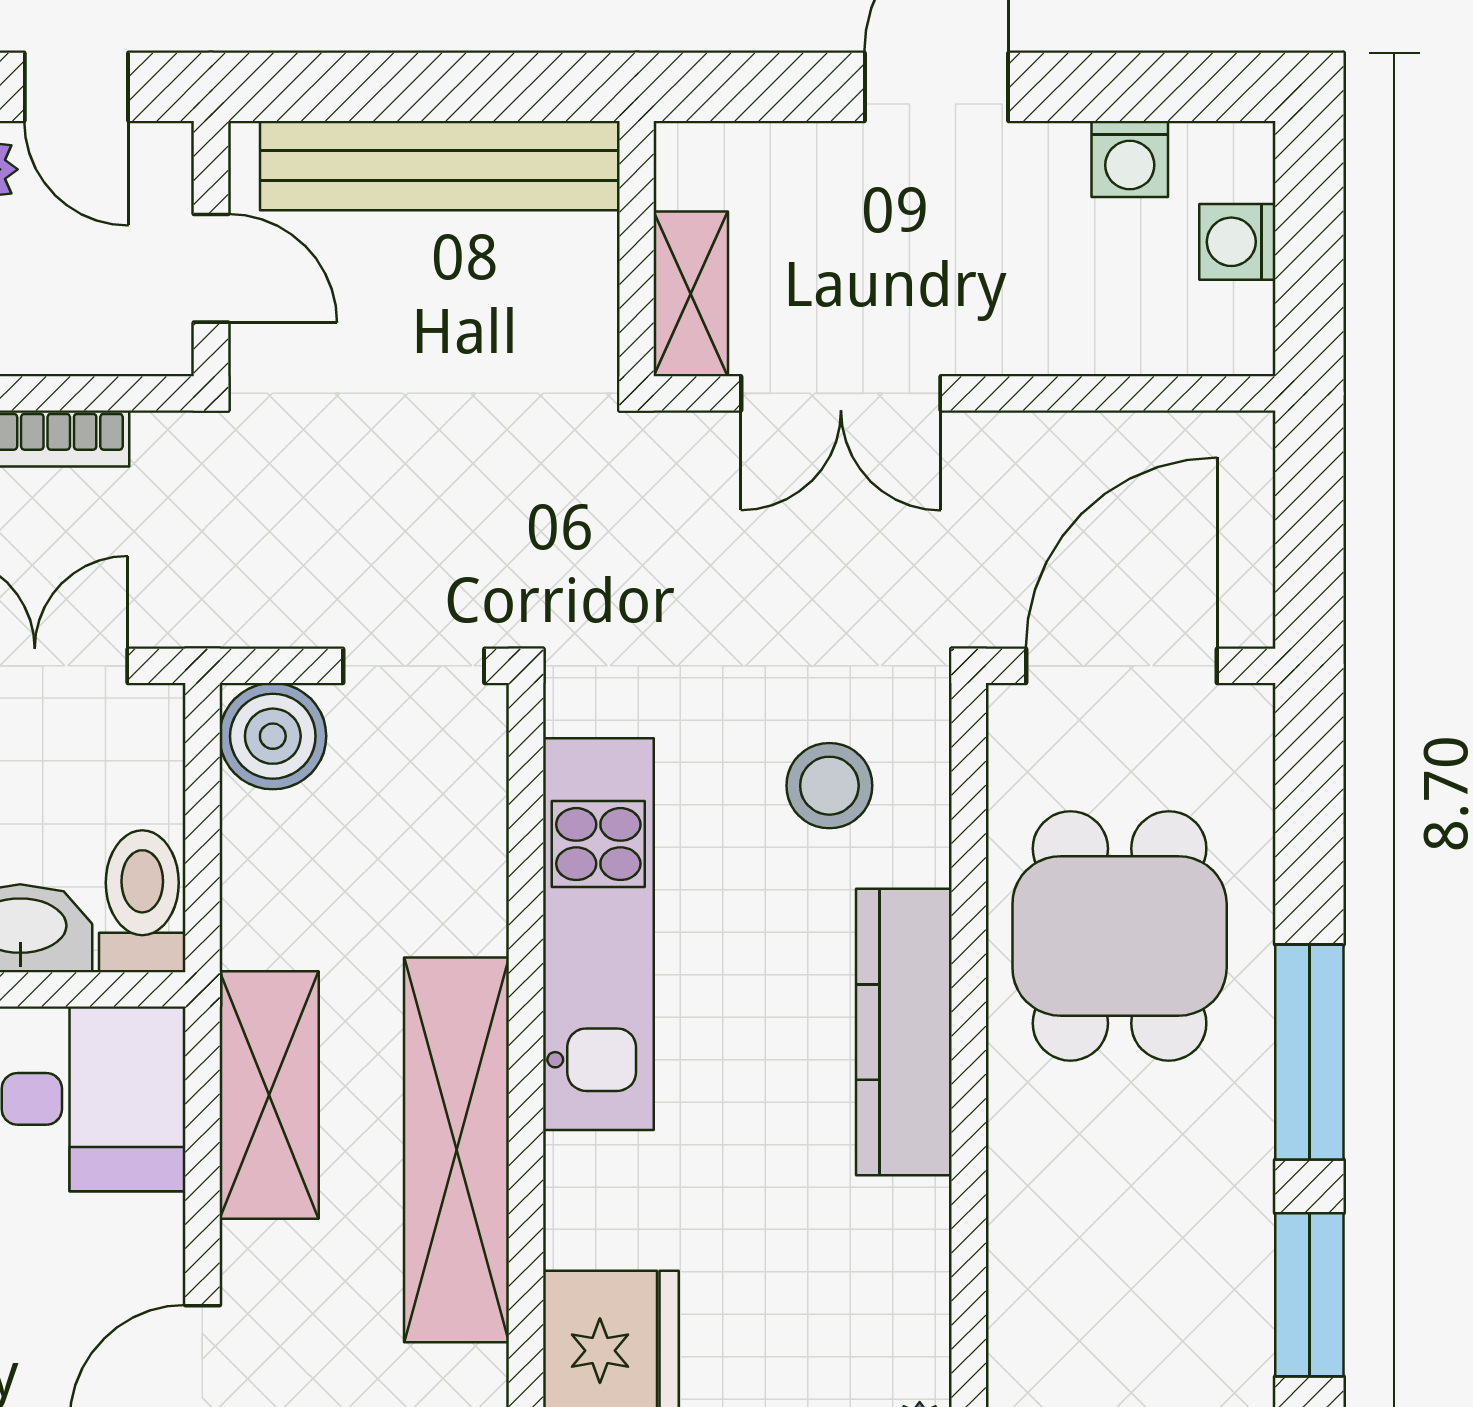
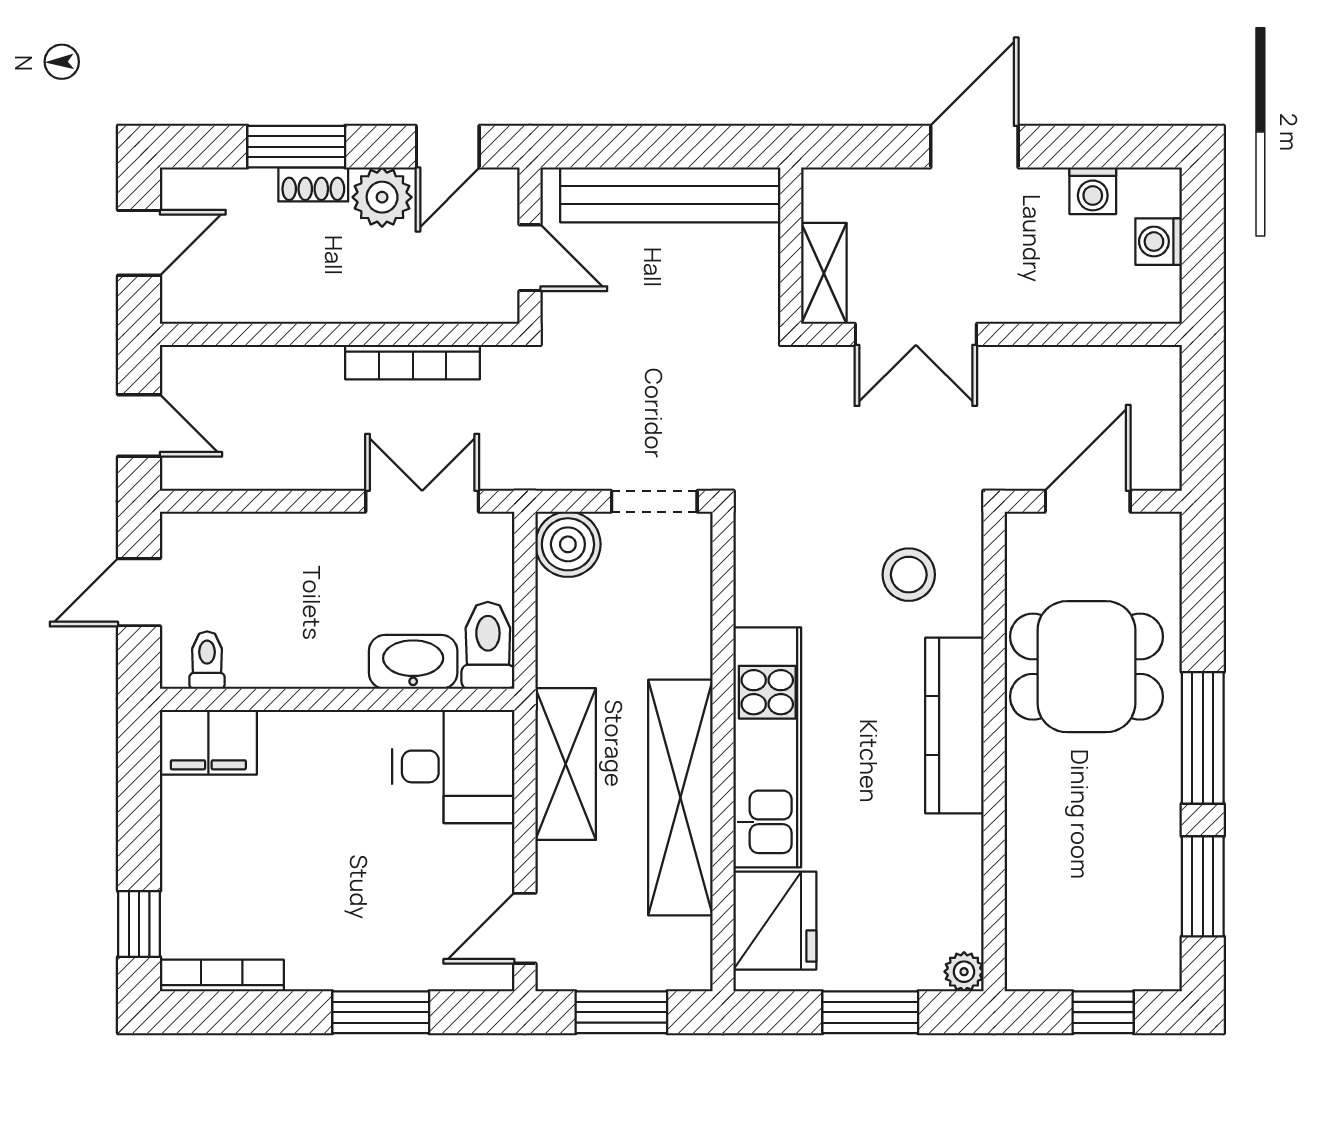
door: (76, 87) -> (448, 147), hinge flipped
door: (1121, 666) -> (1088, 501), width x0.73
kitchen unit: (598, 934) -> (767, 747), moved
dining table: (1120, 936) -> (1086, 667), turned 90

